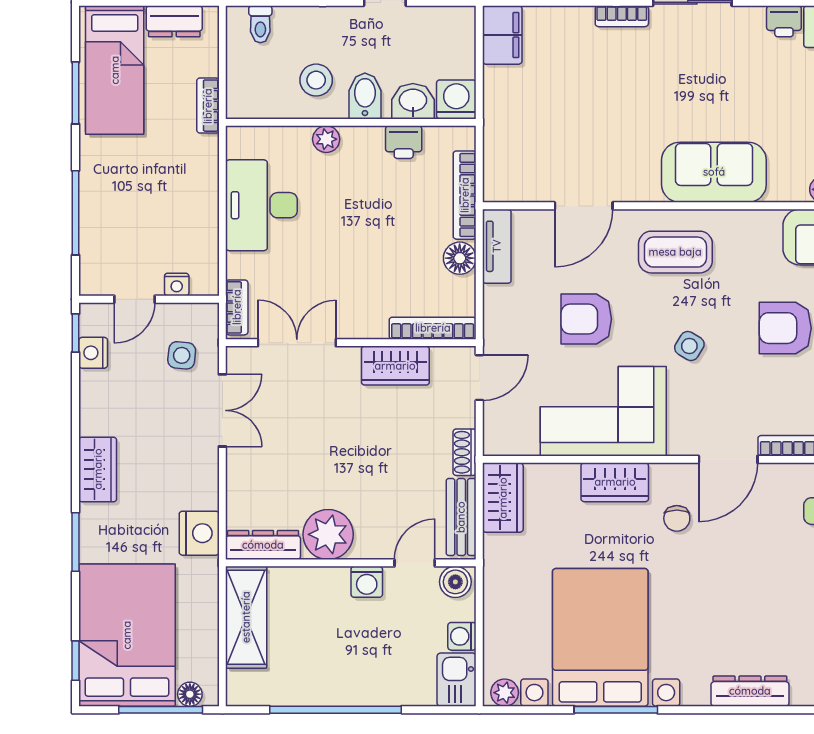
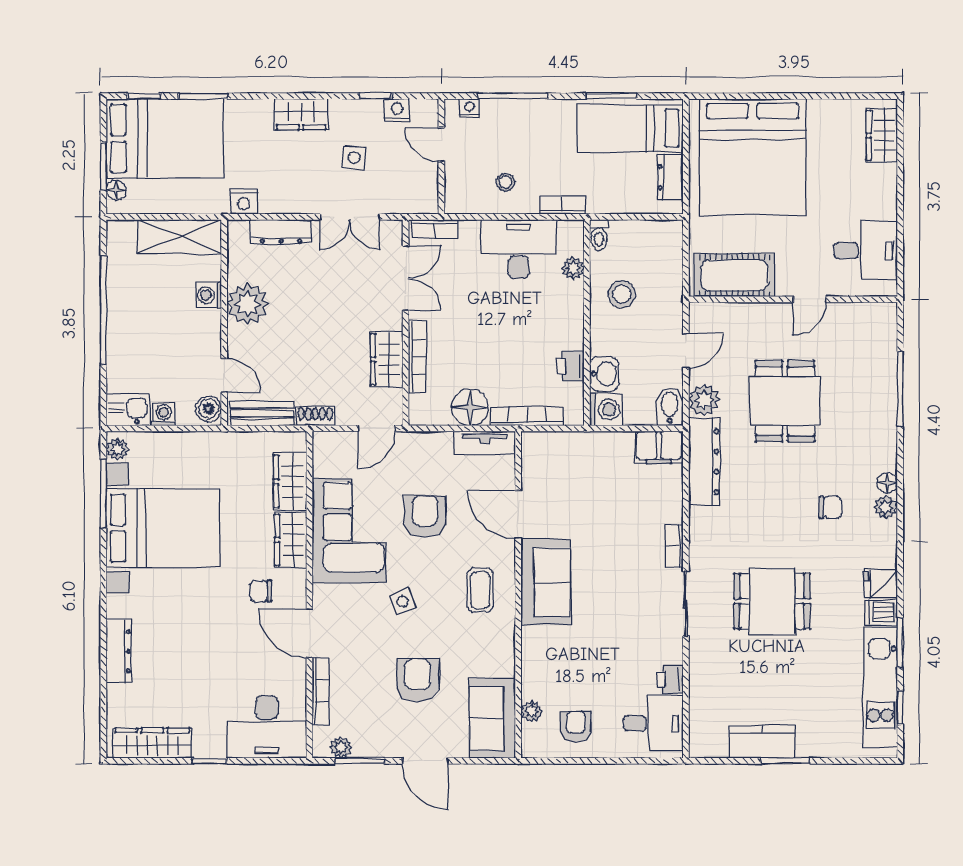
toilet: (260, 24) -> (599, 235), moved, turned -90
bidet: (365, 96) -> (670, 407), moved, turned -90
bookcase: (208, 106) -> (562, 205), moved
plant: (326, 139) -> (573, 268), moved
sofa: (714, 172) -> (546, 582), moved
stool: (180, 221) -> (505, 182), added
coffee table: (675, 252) -> (480, 590), width x0.73, depth x0.77
floor lamp: (460, 258) -> (470, 407), width x1.38, depth x1.38
nightstand: (177, 284) -> (470, 108), moved, turned 90
bookcase: (433, 328) -> (417, 357), moved
window: (76, 333) -> (376, 96), moved
side table: (689, 346) -> (403, 601), turned 37
side table: (182, 355) -> (354, 158), moved
door: (479, 378) -> (377, 428), hinge flipped
wardrobe: (503, 498) -> (290, 481), moved, turned 90
nightstand: (199, 533) -> (244, 202), width x0.74, depth x0.75
window: (76, 542) -> (203, 96), moved
dresser: (263, 545) -> (281, 232), moved, turned 90
washing machine: (367, 582) -> (209, 295), moved
window: (161, 710) -> (103, 166), width x0.69
window: (616, 710) -> (103, 494), moved

